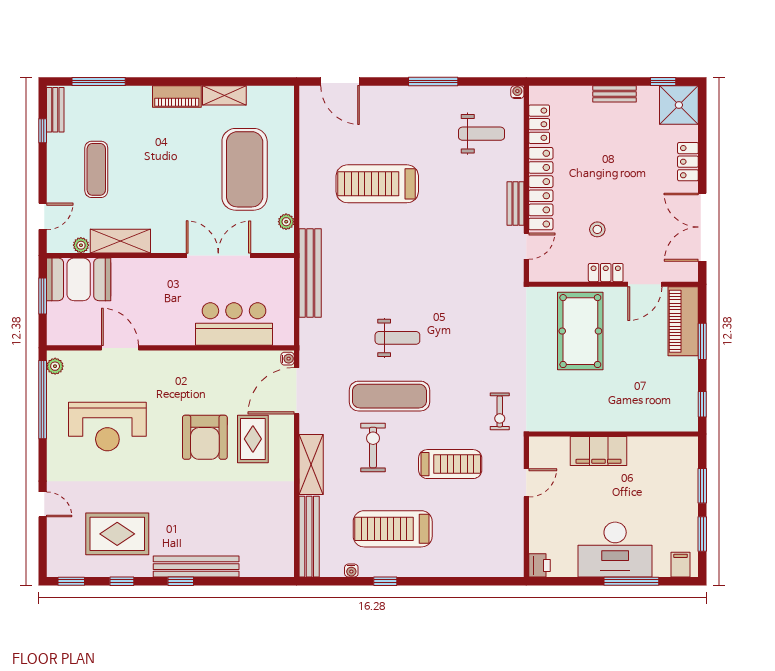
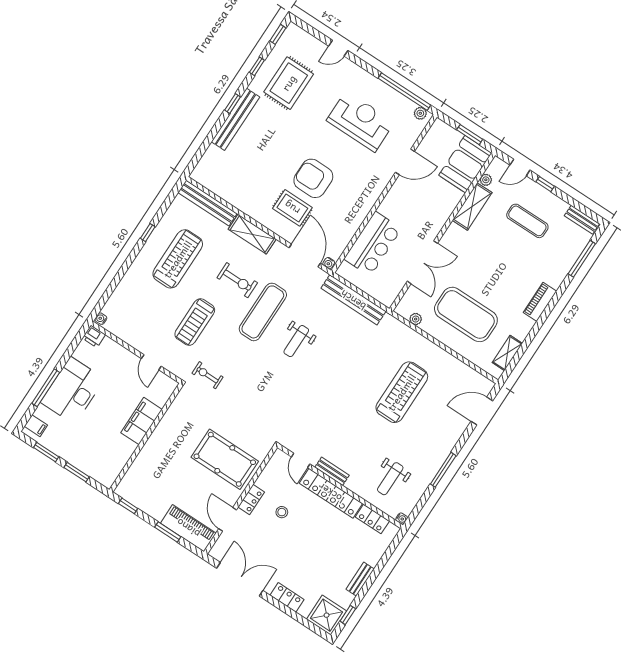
shelving: (224, 95) -> (507, 353), moved
window: (43, 131) -> (545, 184), moved
door: (43, 216) -> (520, 168), hinge flipped
bench: (310, 273) -> (353, 300), moved
reception desk: (107, 427) -> (360, 121), turned 90
water cooler: (351, 570) -> (101, 319), moved

